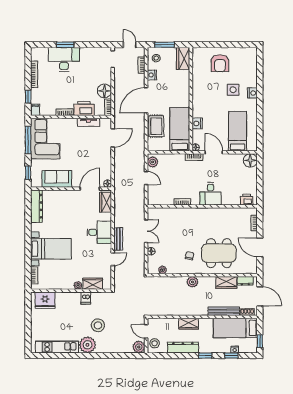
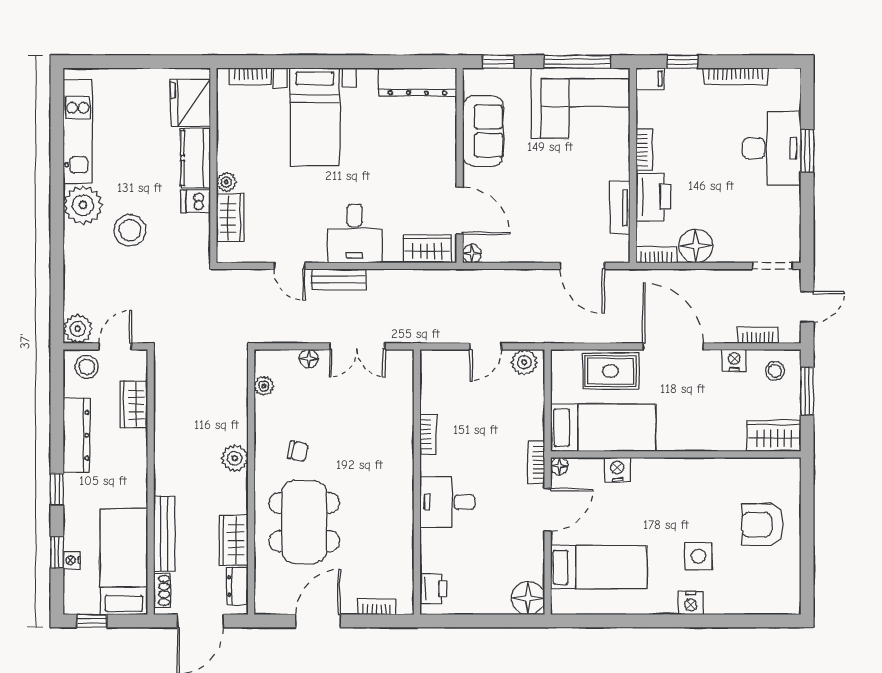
kitchen counter: (68, 298) -> (196, 158), added
wardrobe: (189, 324) -> (134, 405), moved

